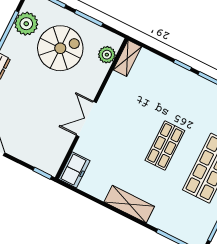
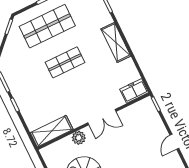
plant: (107, 55) -> (79, 138), moved
shelving: (127, 58) -> (52, 131), width x1.50, depth x1.33

